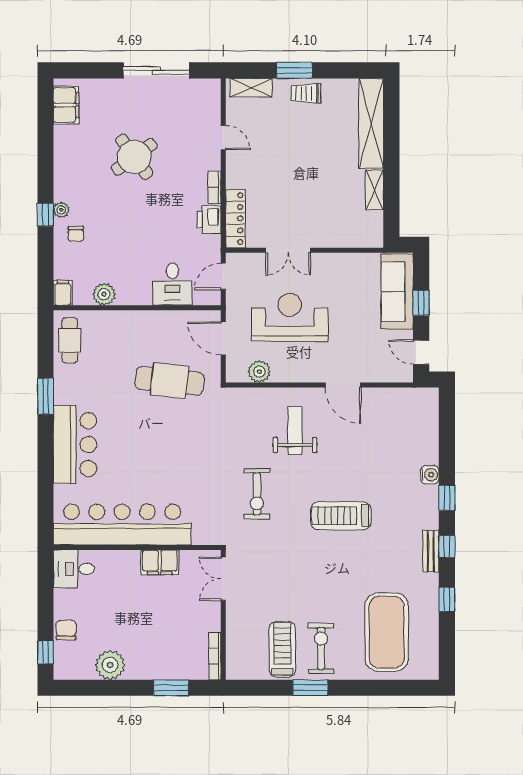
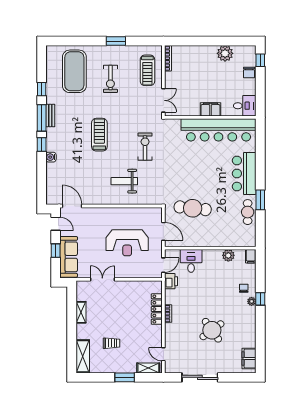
trolley: (306, 93) -> (112, 343), moved
shelving: (371, 123) -> (83, 356), width x0.68
door: (223, 138) -> (163, 354), moved
locker: (235, 219) -> (157, 309), moved
printer: (209, 220) -> (171, 281), moved
double door: (288, 250) -> (102, 279), moved
cafe table: (70, 340) -> (248, 212), moved
plant: (259, 372) -> (144, 213), removed
door: (343, 385) -> (72, 206), moved
weight bench: (295, 431) -> (124, 181), turned 90
treadmill: (341, 516) -> (99, 135), turned -90
window: (447, 547) -> (42, 118), width x2.17
filing cabinet: (160, 562) -> (210, 109), moved
exercise bike: (321, 648) -> (110, 79), moved
treadmill: (282, 649) -> (147, 70), moved
window: (171, 688) -> (192, 41), removed

